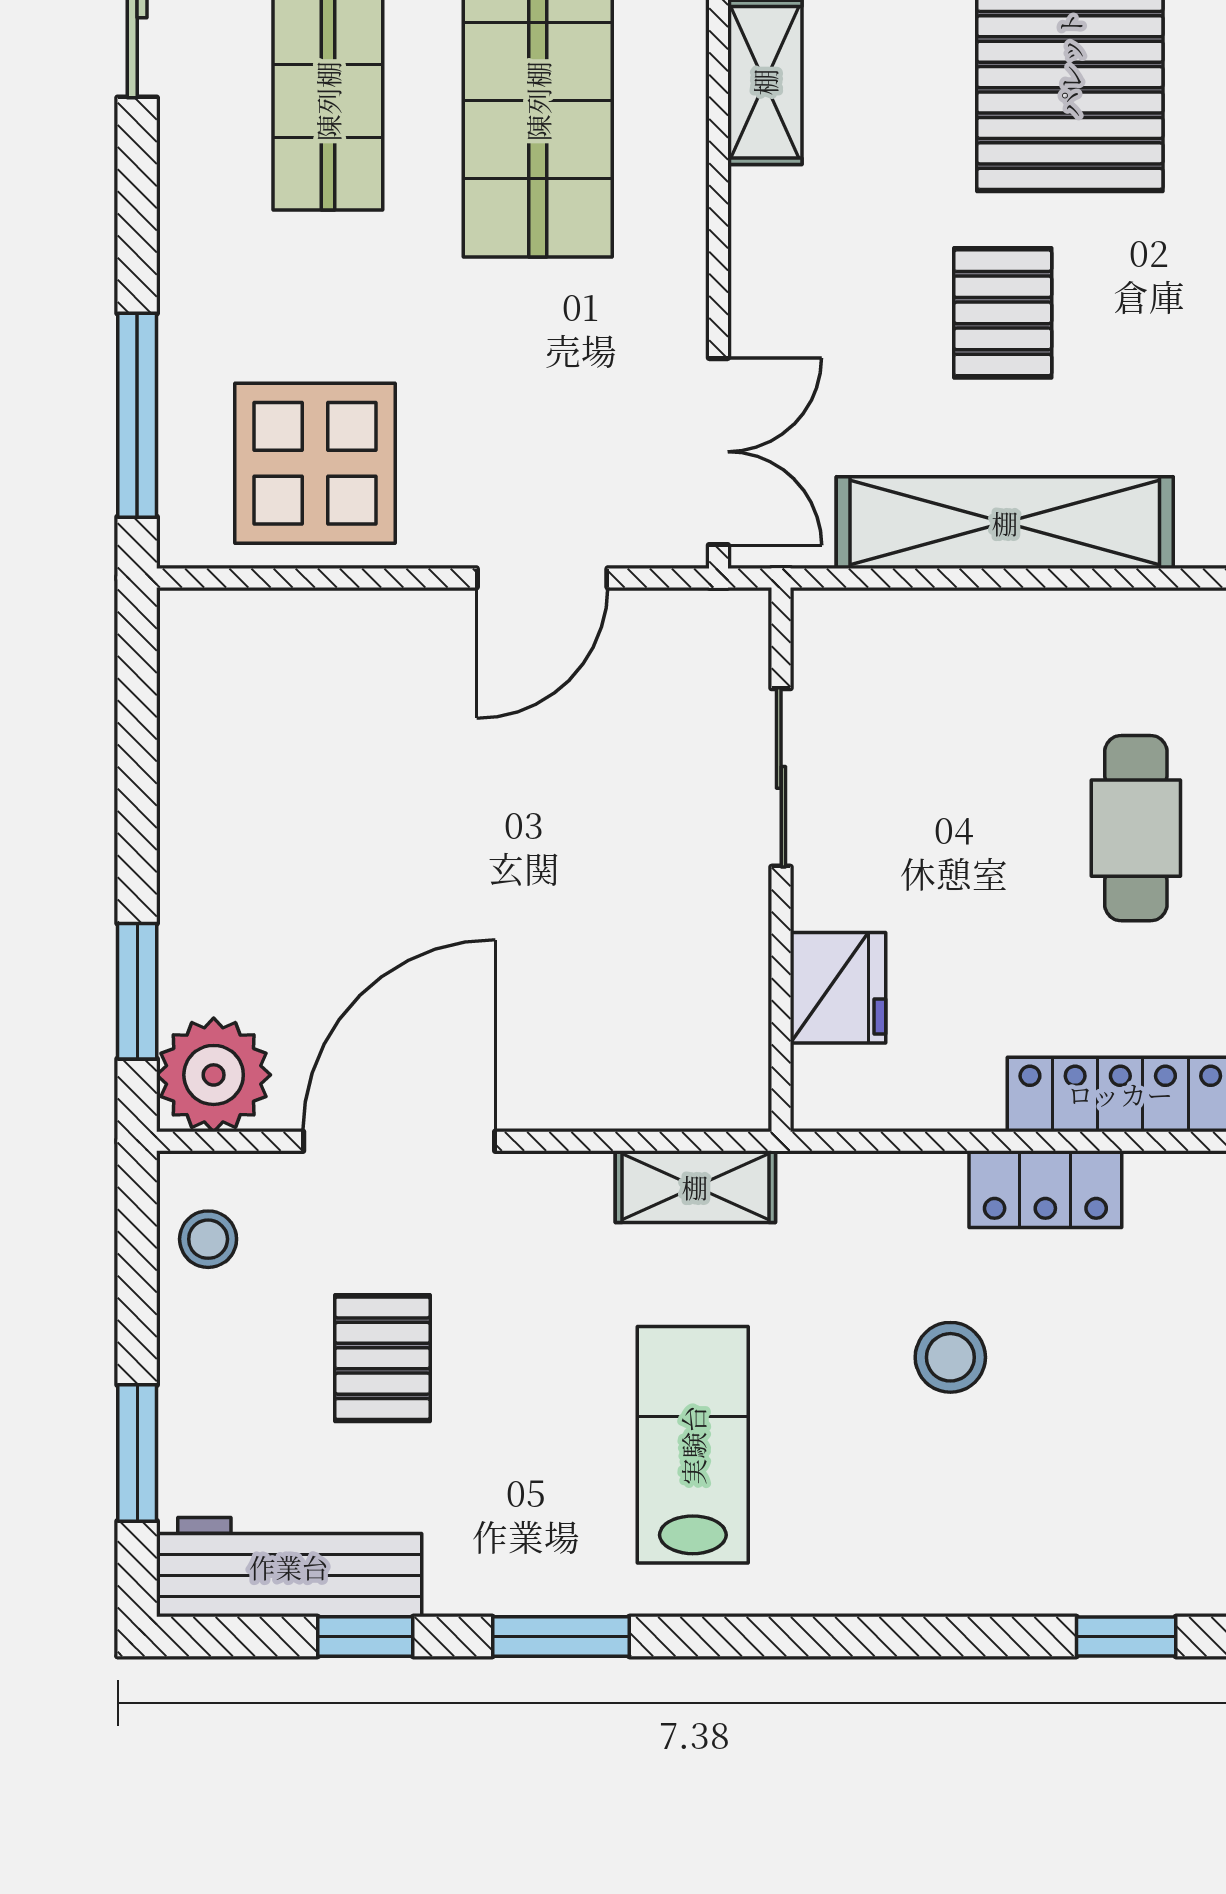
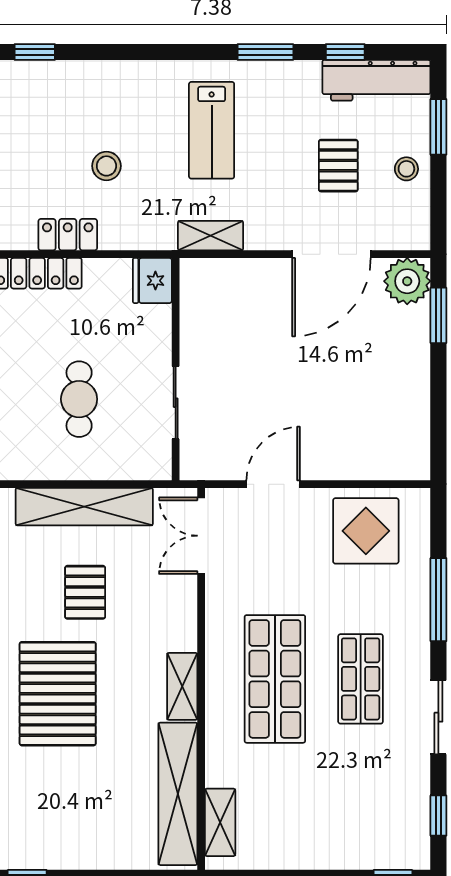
window: (137, 415) -> (438, 600), moved
cafe table: (1136, 828) -> (79, 399), moved
fridge: (838, 988) -> (152, 281), moved
stool: (208, 1239) -> (406, 169), moved

